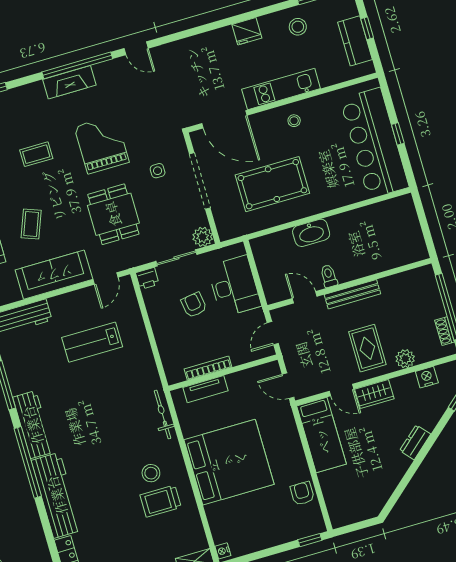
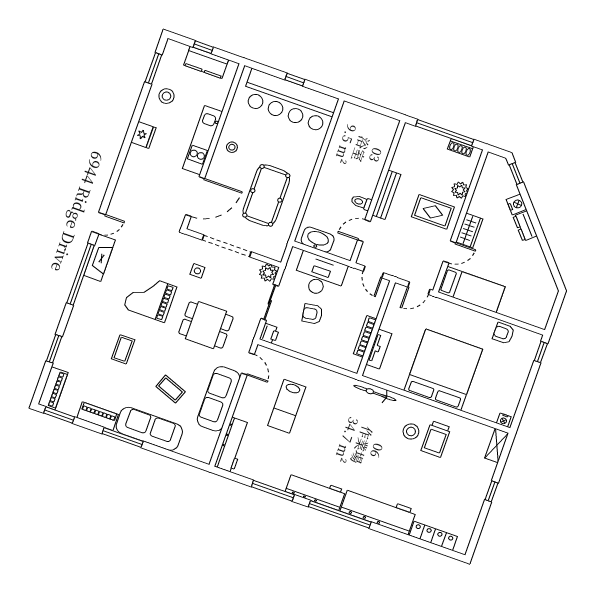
fireplace: (69, 82) -> (99, 258), moved
washbasin: (311, 233) -> (318, 240), moved, turned -90
nightstand: (427, 377) -> (516, 204), moved, turned 139

